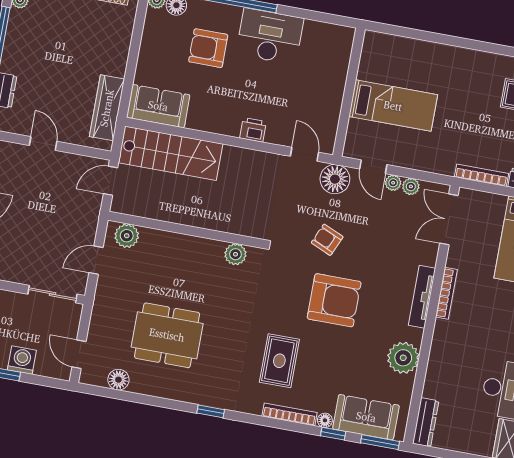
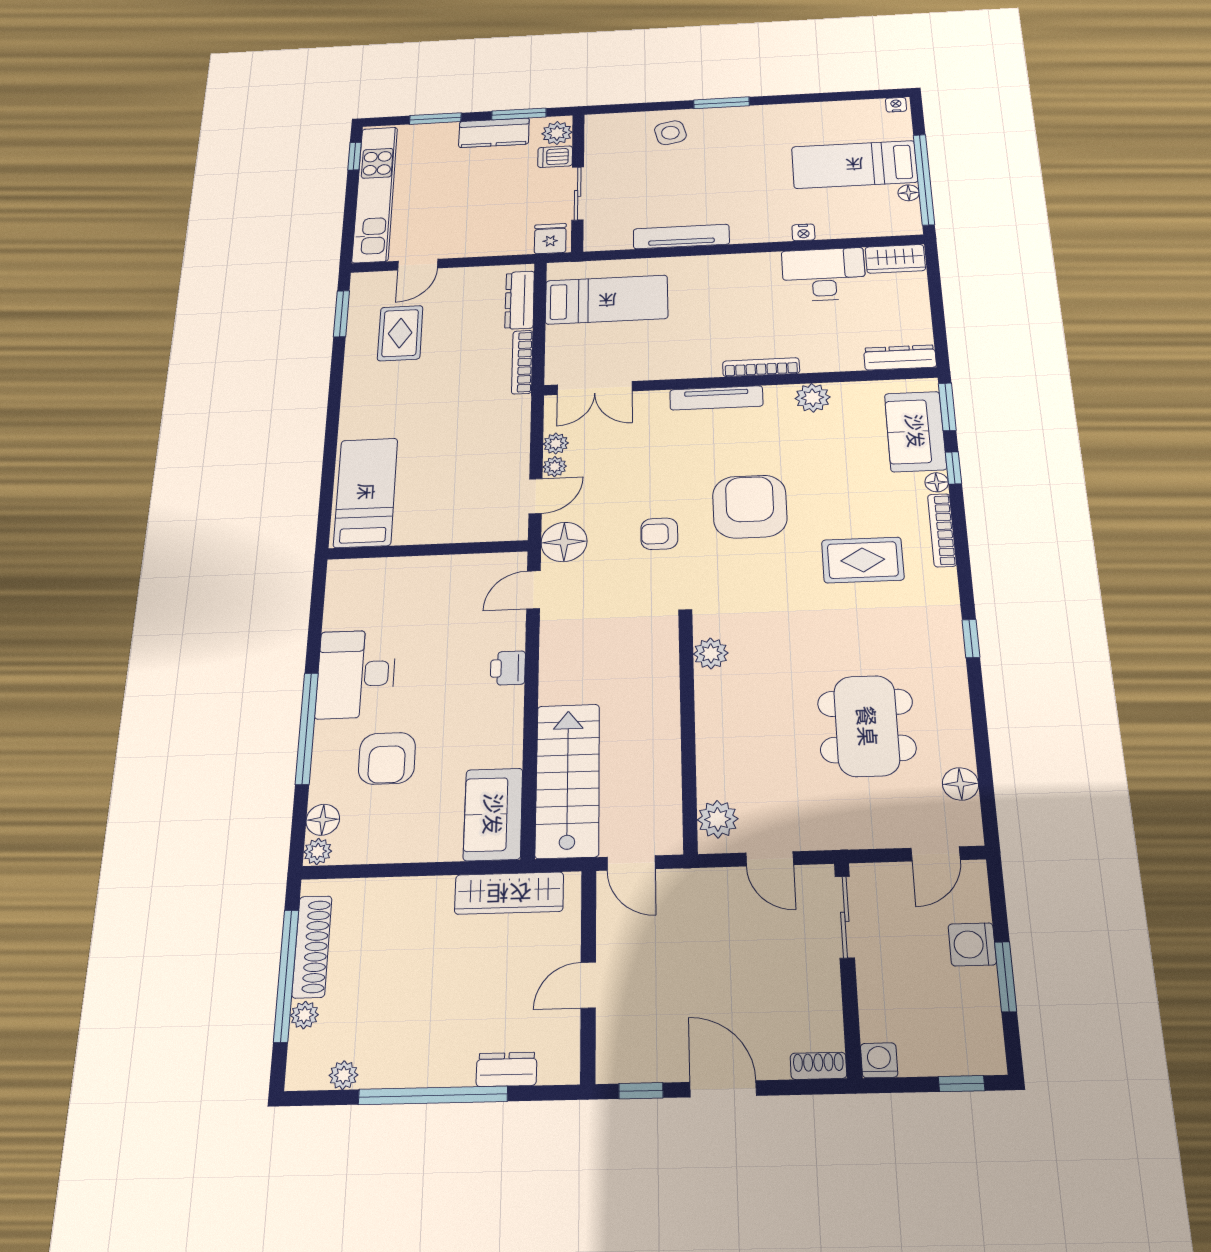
bed: (393, 106) -> (366, 492), moved
armchair: (327, 240) -> (659, 534), turned 66
bookcase: (446, 293) -> (761, 367), moved
plant: (403, 358) -> (813, 398), width x0.73, depth x0.73

